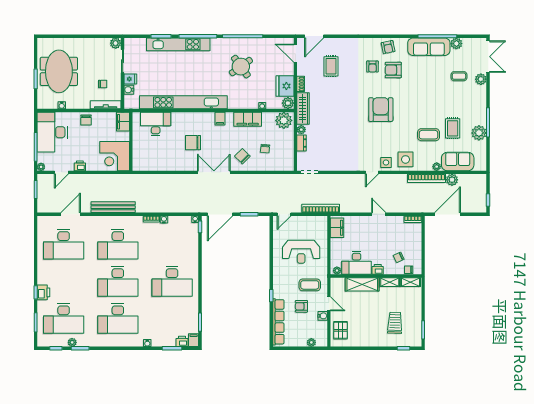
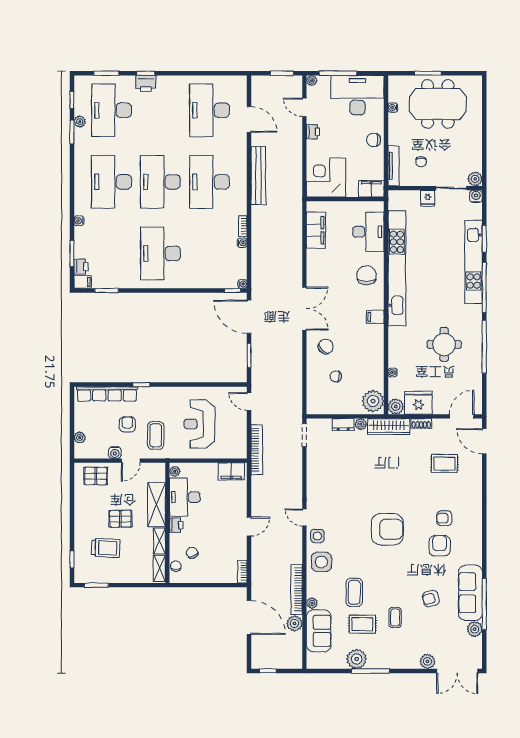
armchair: (388, 47) -> (431, 599), moved
round table: (241, 67) -> (444, 344), turned 36
coffee table: (459, 76) -> (395, 618), moved
water cooler: (129, 90) -> (476, 196), moved
filing cabinet: (248, 119) -> (316, 230), moved, turned 180
chair: (193, 143) -> (367, 275), moved
pallet: (373, 312) -> (120, 519), added

